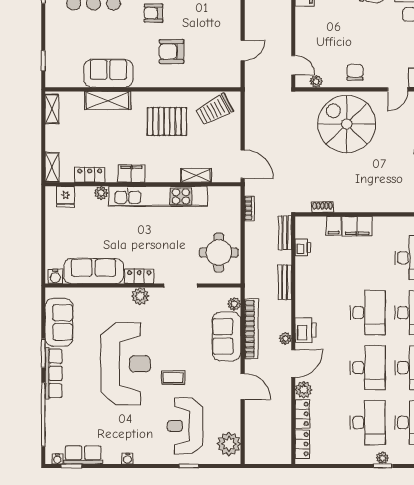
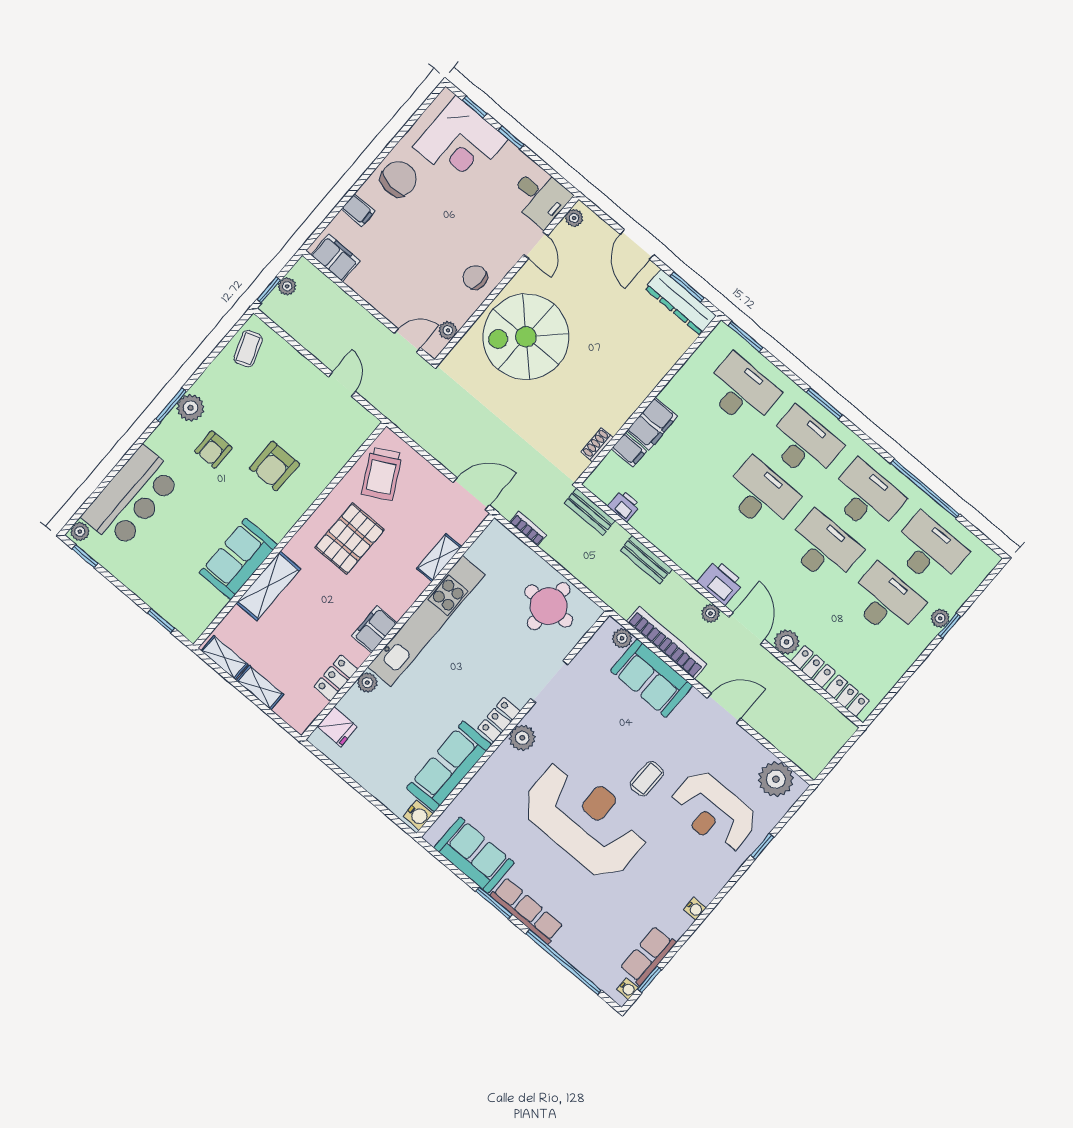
shelving: (52, 167) -> (260, 688), moved

